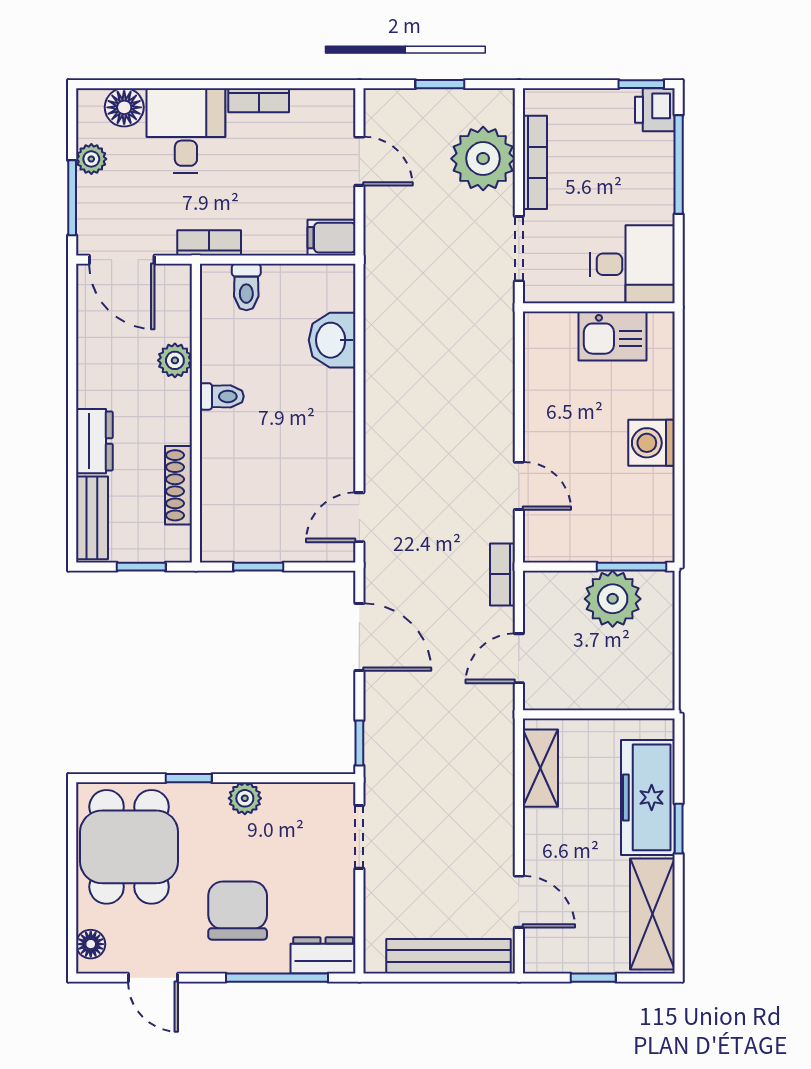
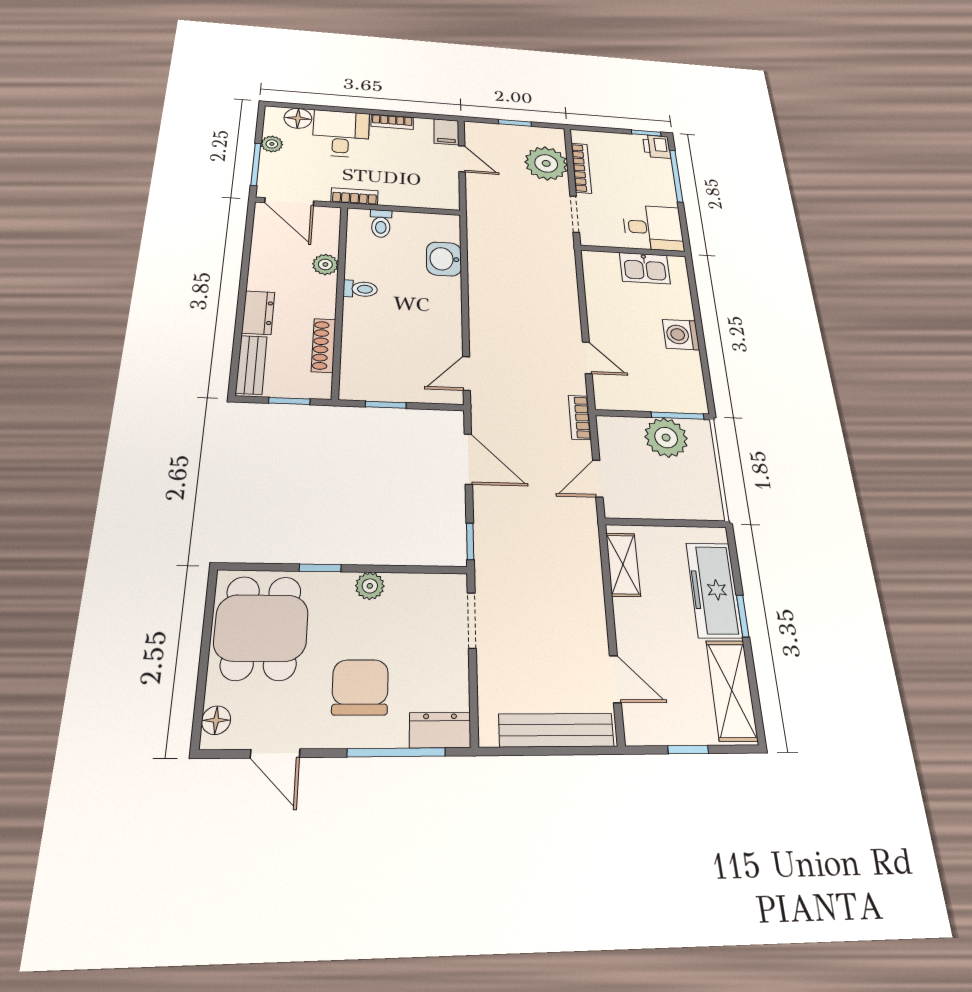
filing cabinet: (331, 238) -> (446, 132), moved, turned -90

